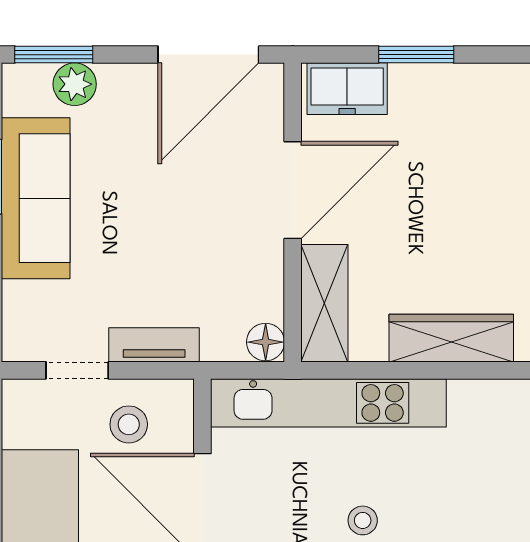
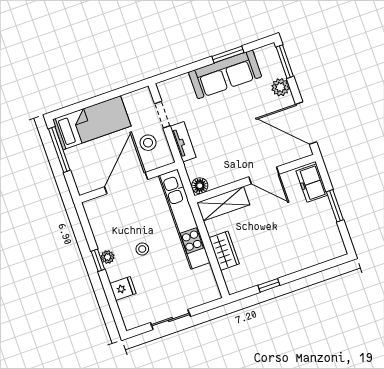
plant: (75, 84) -> (280, 87), moved
door: (293, 190) -> (264, 175), width x0.73
wardrobe: (451, 338) -> (224, 251), width x0.67

